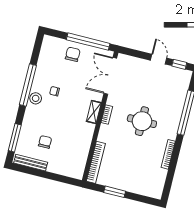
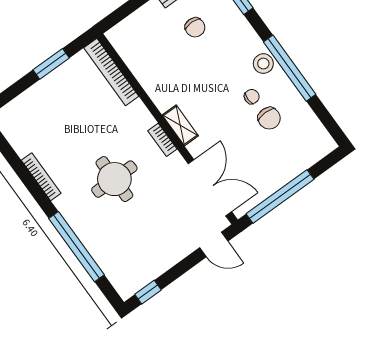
chair: (73, 54) -> (269, 118), moved
door: (159, 59) -> (214, 244), moved

